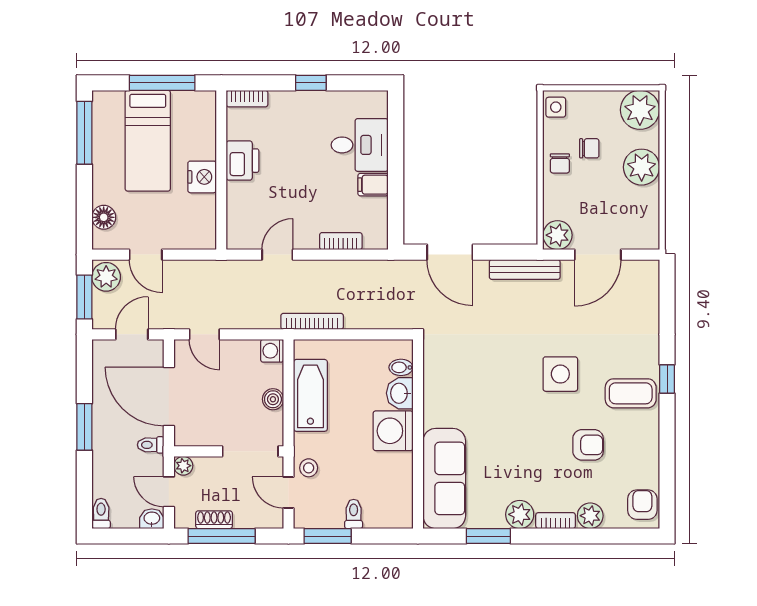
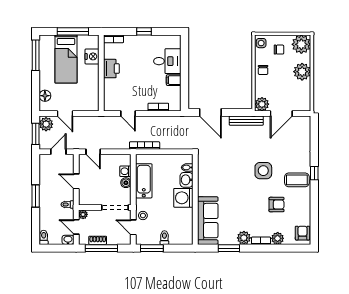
chair: (589, 148) -> (279, 50), moved
nightstand: (202, 177) -> (92, 56), moved
door: (277, 255) -> (128, 114), swing flipped
washing machine: (272, 351) -> (125, 171), moved
door: (169, 397) -> (76, 181), width x0.53

